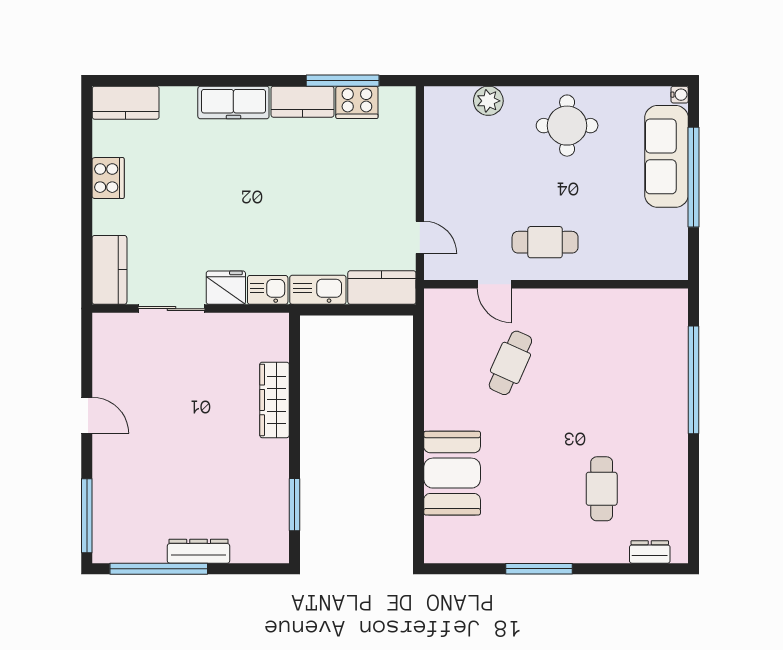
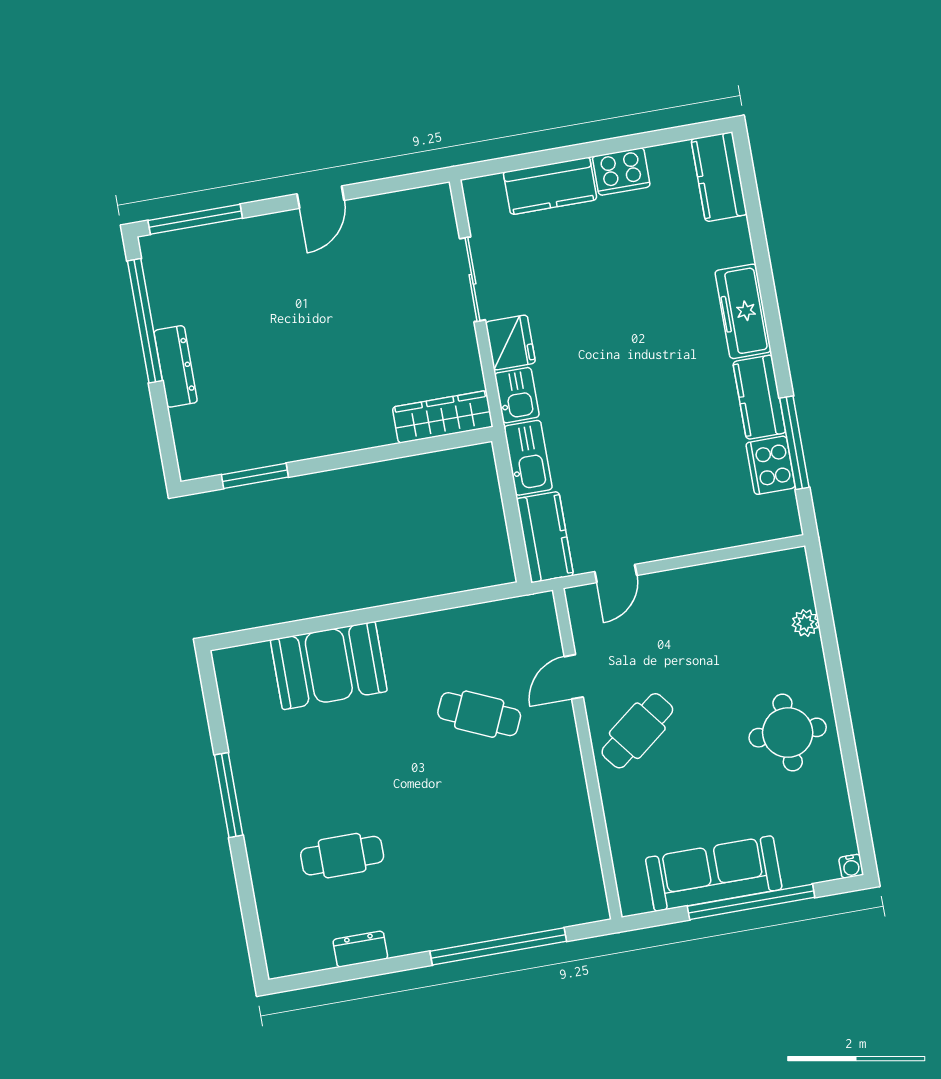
plant: (488, 101) -> (805, 623), width x0.73, depth x0.73
sofa: (666, 156) -> (714, 873), moved
cafe table: (545, 242) -> (637, 731), turned 52
kitchen counter: (109, 270) -> (550, 186), moved
wardrobe: (274, 400) -> (443, 417), moved
dresser: (650, 552) -> (360, 949), moved, turned -90

